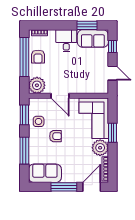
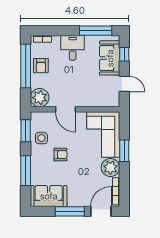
window: (87, 25) -> (96, 31), width x1.44
sofa: (93, 39) -> (110, 58), moved, turned 90

